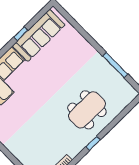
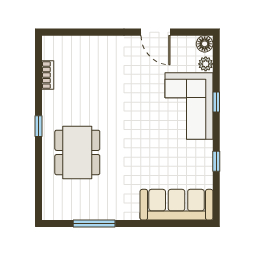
sofa: (39, 35) -> (177, 205), moved, turned 90

